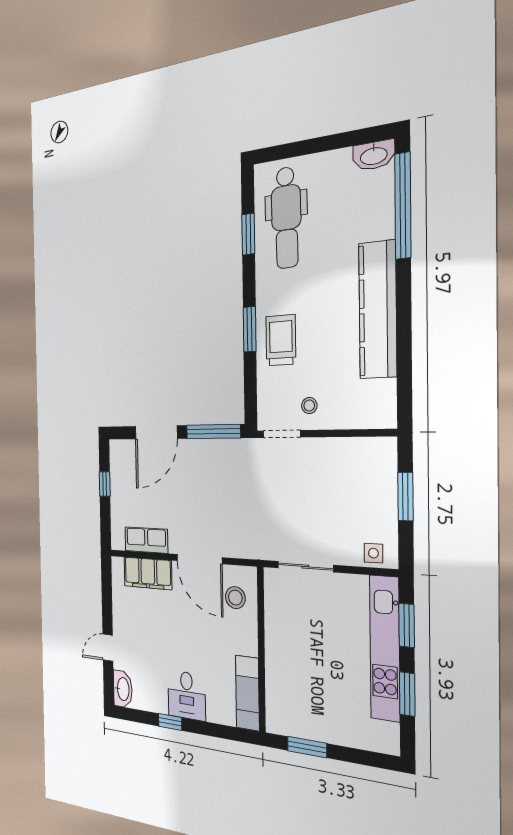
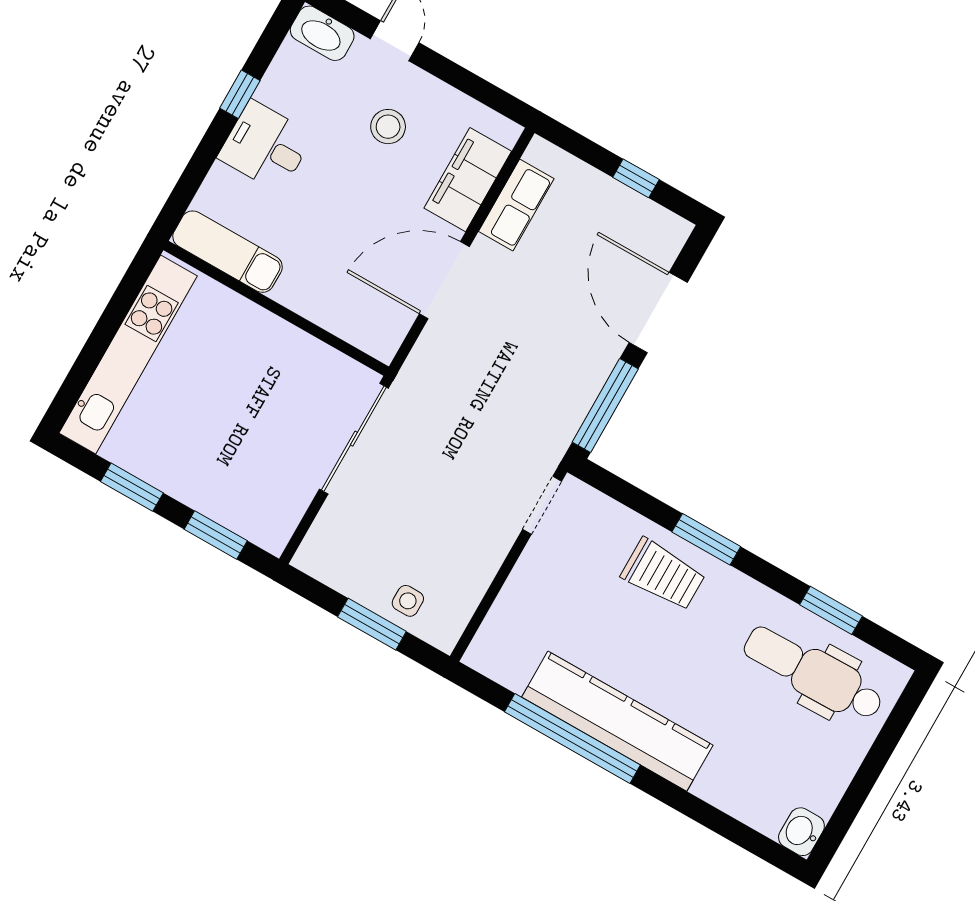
washbasin: (374, 155) -> (801, 832), width x0.72
window: (403, 206) -> (572, 738), moved
stool: (309, 406) -> (556, 565), removed
side table: (373, 553) -> (408, 601), moved
sliding door: (305, 567) -> (354, 439), width x1.37
stool: (235, 598) -> (388, 127), moved
kitchen unit: (385, 648) -> (128, 355), moved, turned 90
window: (307, 747) -> (120, 304), removed

